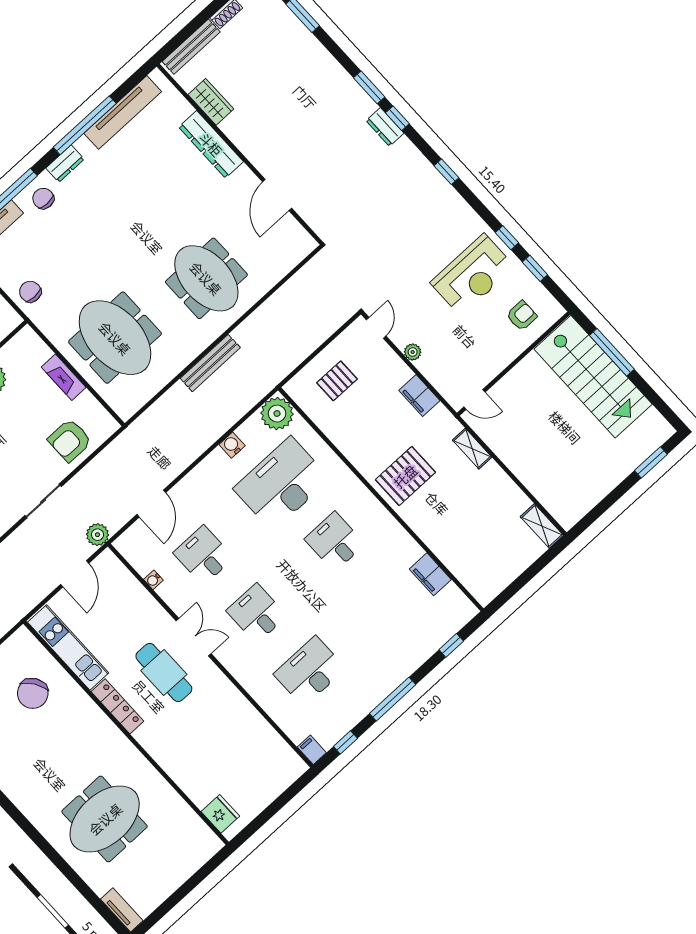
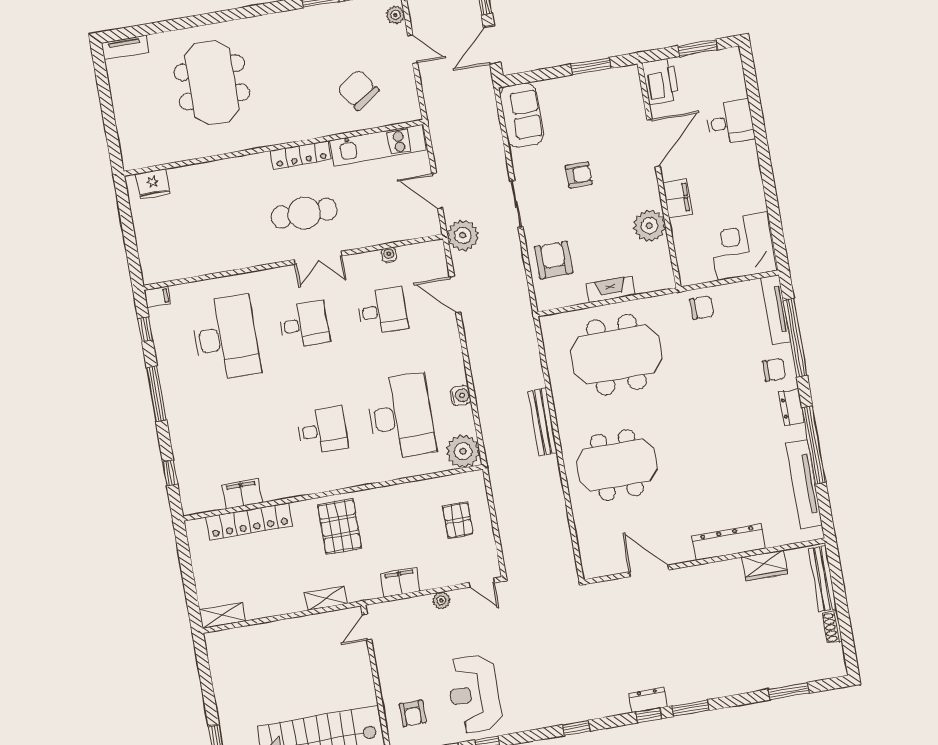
plant: (98, 535) -> (463, 235), width x1.36, depth x1.36
locker: (449, 554) -> (249, 521), added
desk: (310, 671) -> (226, 338), width x1.36, depth x1.30

